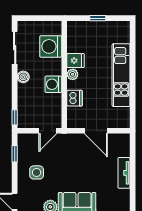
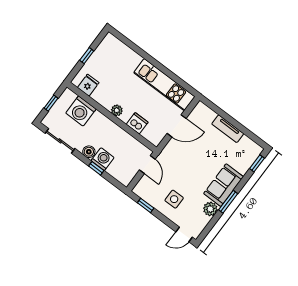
window: (39, 18) -> (51, 103), added
fridge: (75, 61) -> (88, 85), moved
kitchen unit: (121, 75) -> (164, 85), moved
washing machine: (53, 84) -> (103, 159), moved, turned 180
window: (15, 117) -> (96, 168), moved

